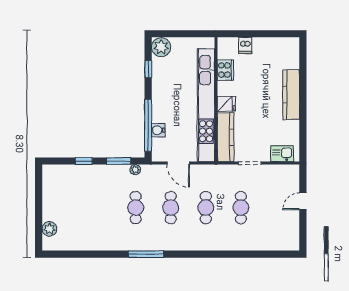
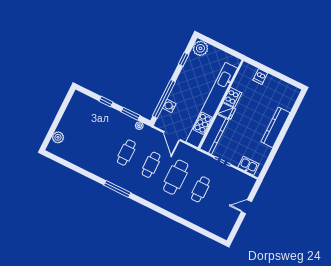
cooker: (225, 70) -> (233, 97), moved
cafe table: (206, 208) -> (176, 177), width x1.37, depth x1.35

